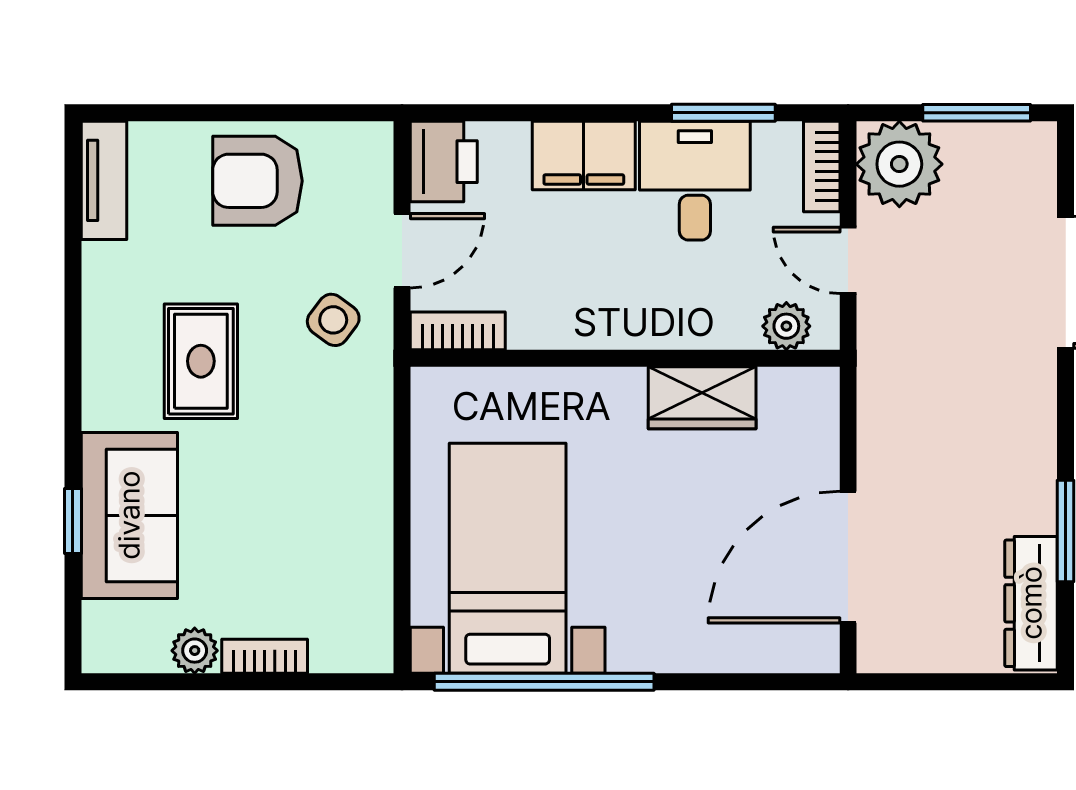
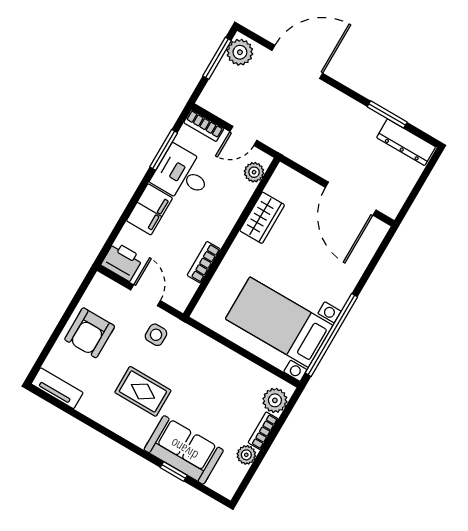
plant: (899, 164) -> (240, 52), moved, width x0.73, depth x0.73
side table: (333, 320) -> (156, 335), turned -37
bookcase: (458, 331) -> (204, 262), moved
plant: (341, 644) -> (275, 400), added

